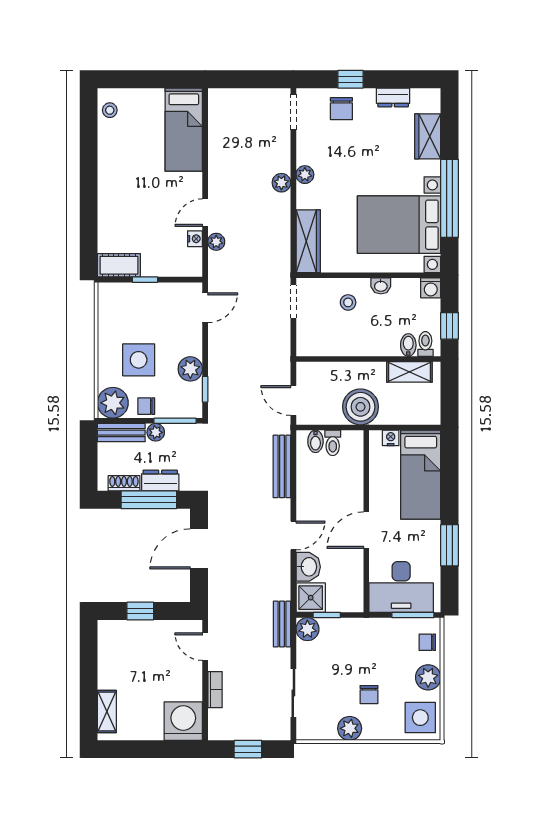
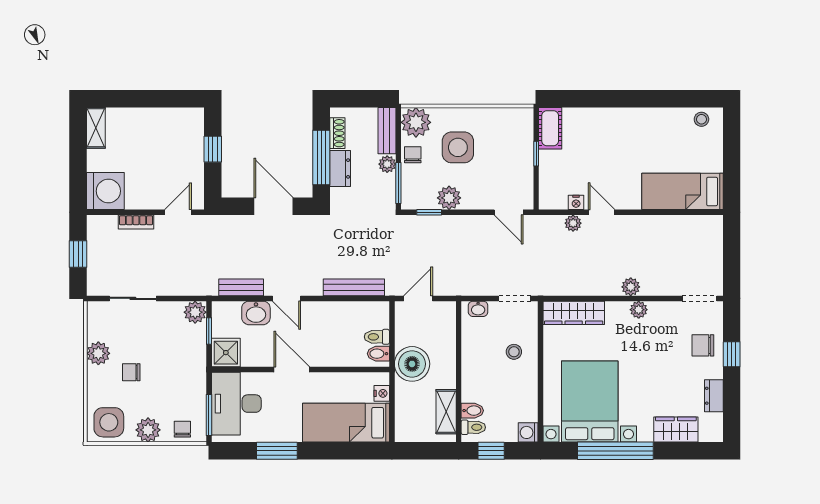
washbasin: (381, 286) -> (478, 309), moved, turned -90
bidet: (315, 441) -> (378, 354), moved
shower: (311, 598) -> (226, 353), moved
bench: (282, 624) -> (241, 287), moved
shelving: (107, 712) -> (96, 128), moved, turned 90

